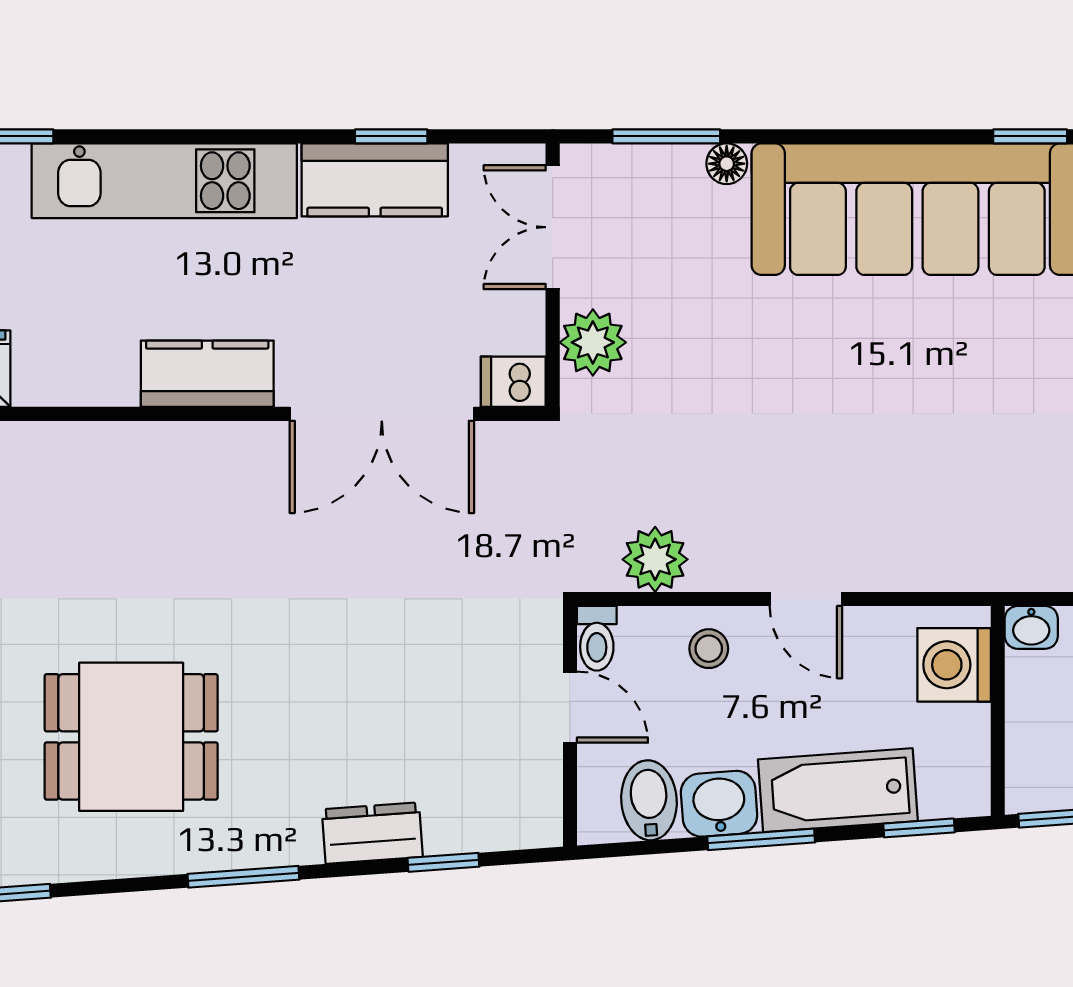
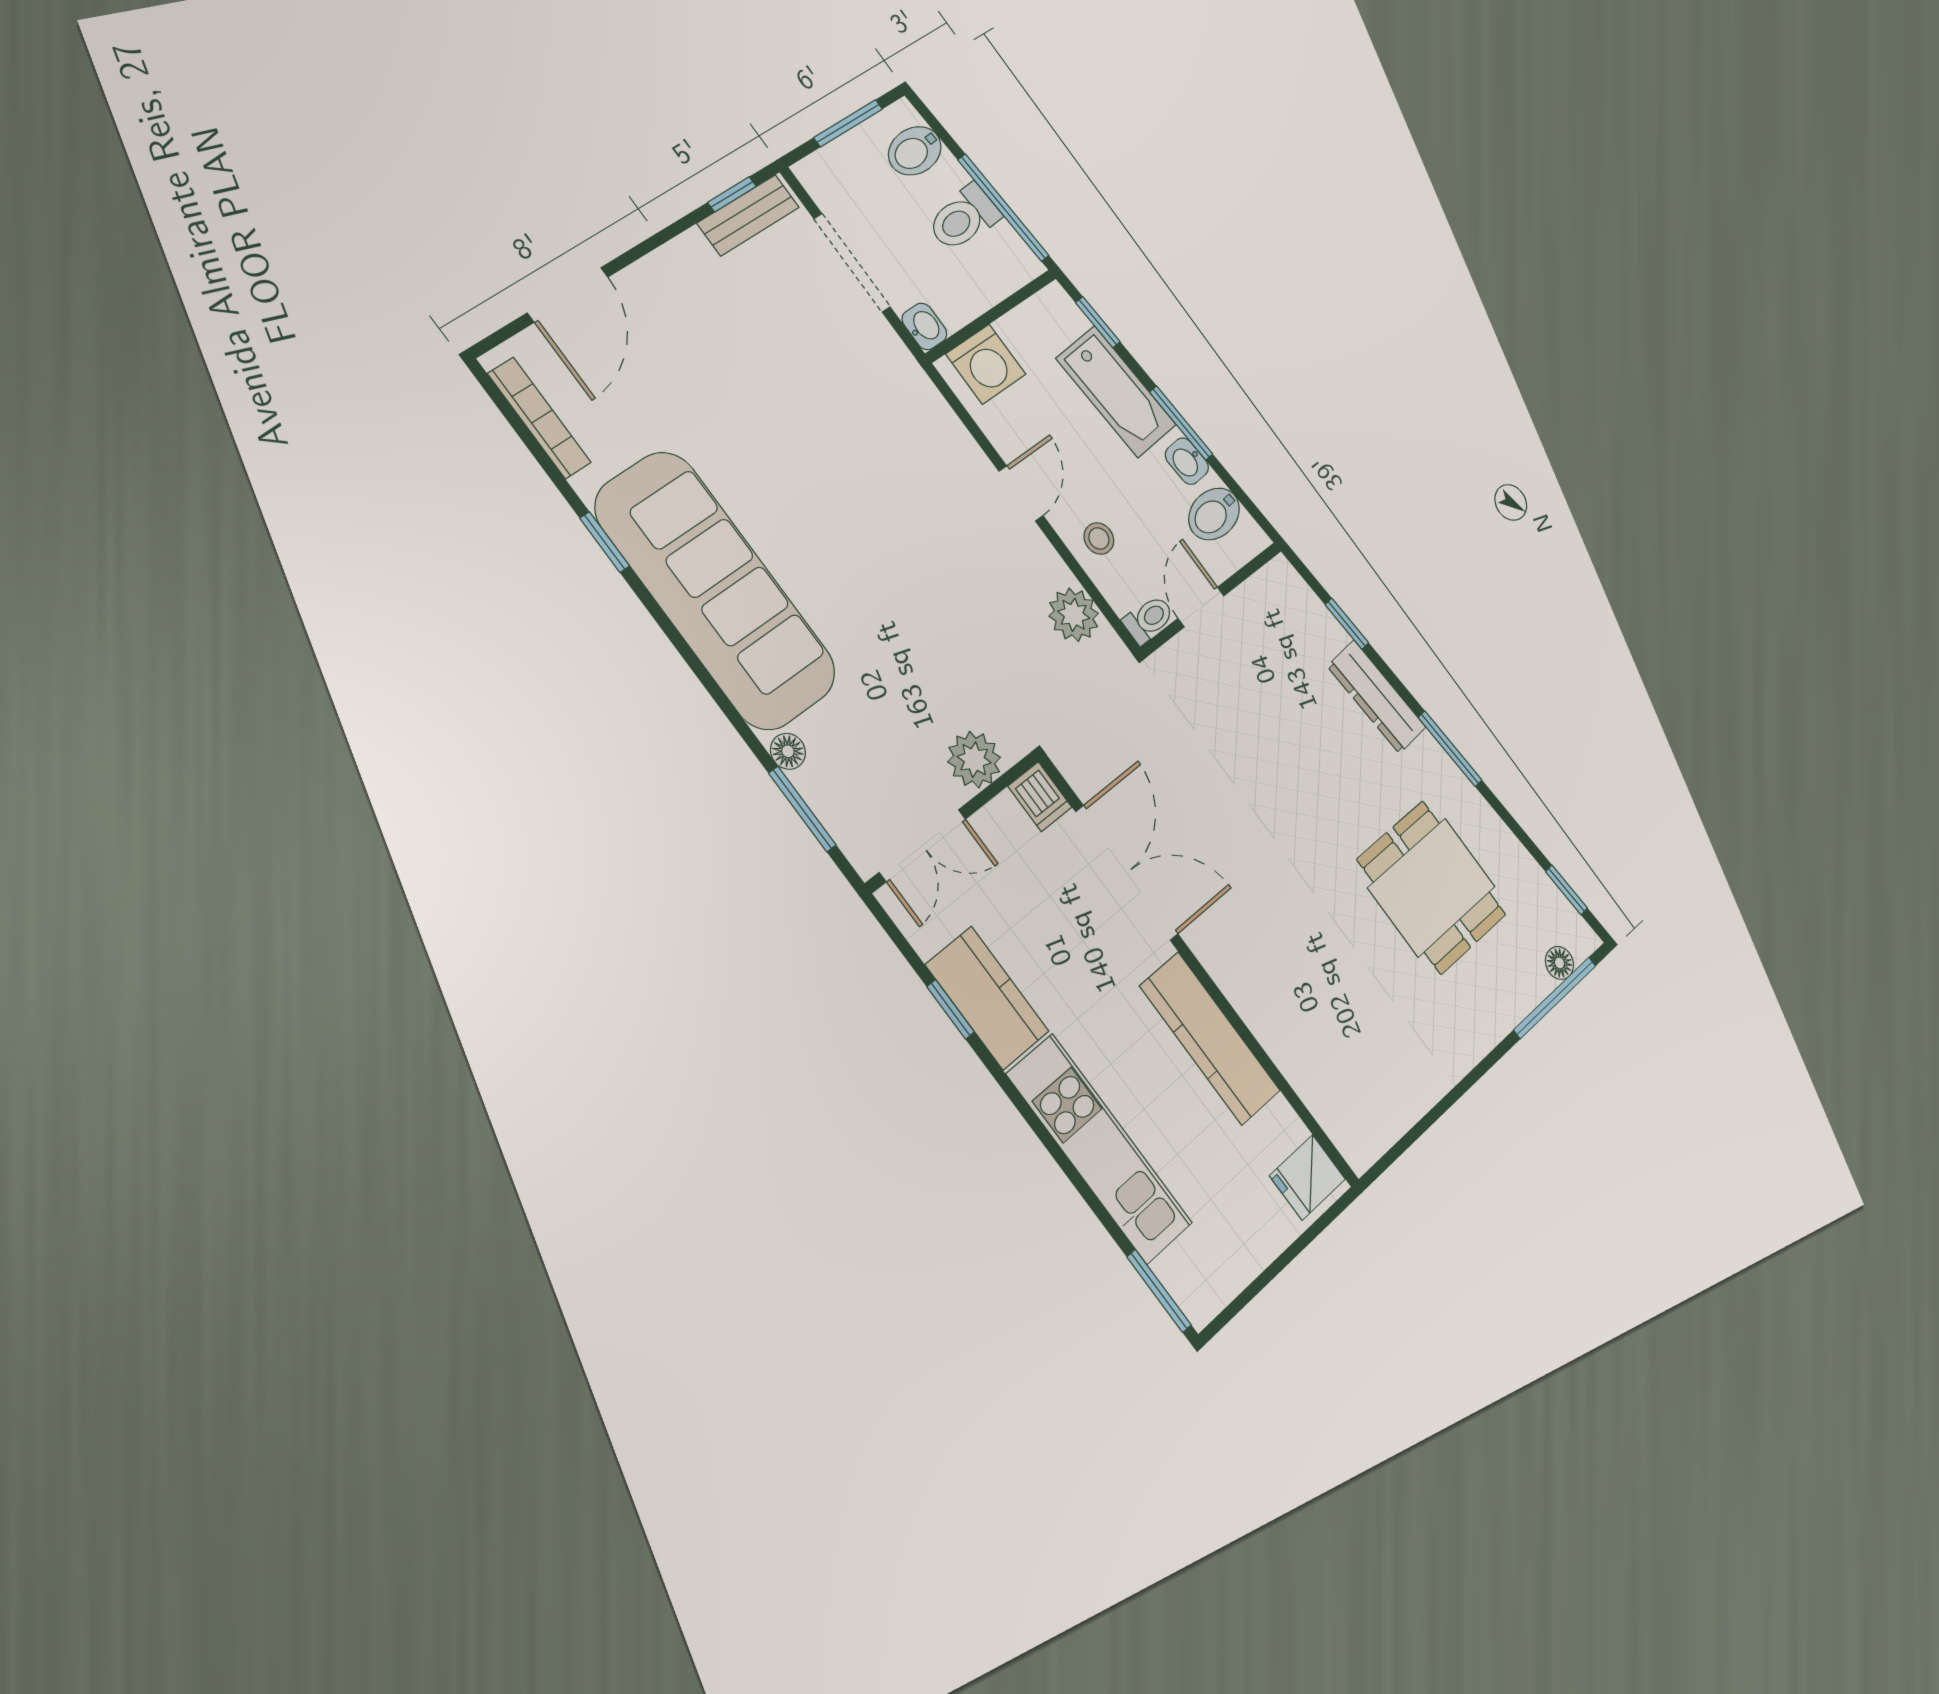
kitchen counter: (207, 374) -> (1210, 1038), width x1.50
washbasin: (719, 804) -> (1187, 461), width x0.72, depth x0.69
dresser: (372, 833) -> (1377, 697), width x1.44

